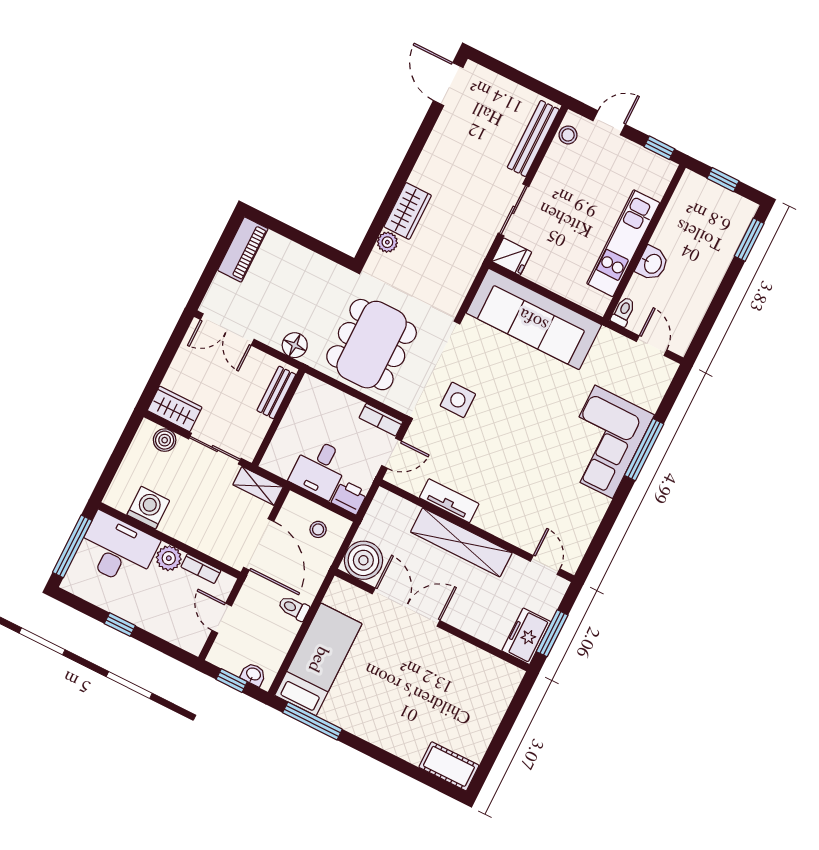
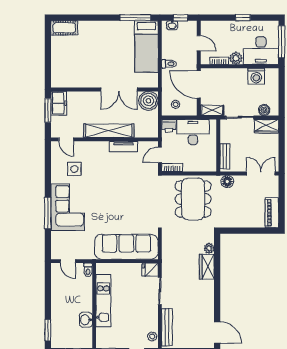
washbasin: (652, 264) -> (86, 320), moved
side table: (458, 400) -> (74, 169), moved
desk: (319, 469) -> (193, 132), width x1.37

